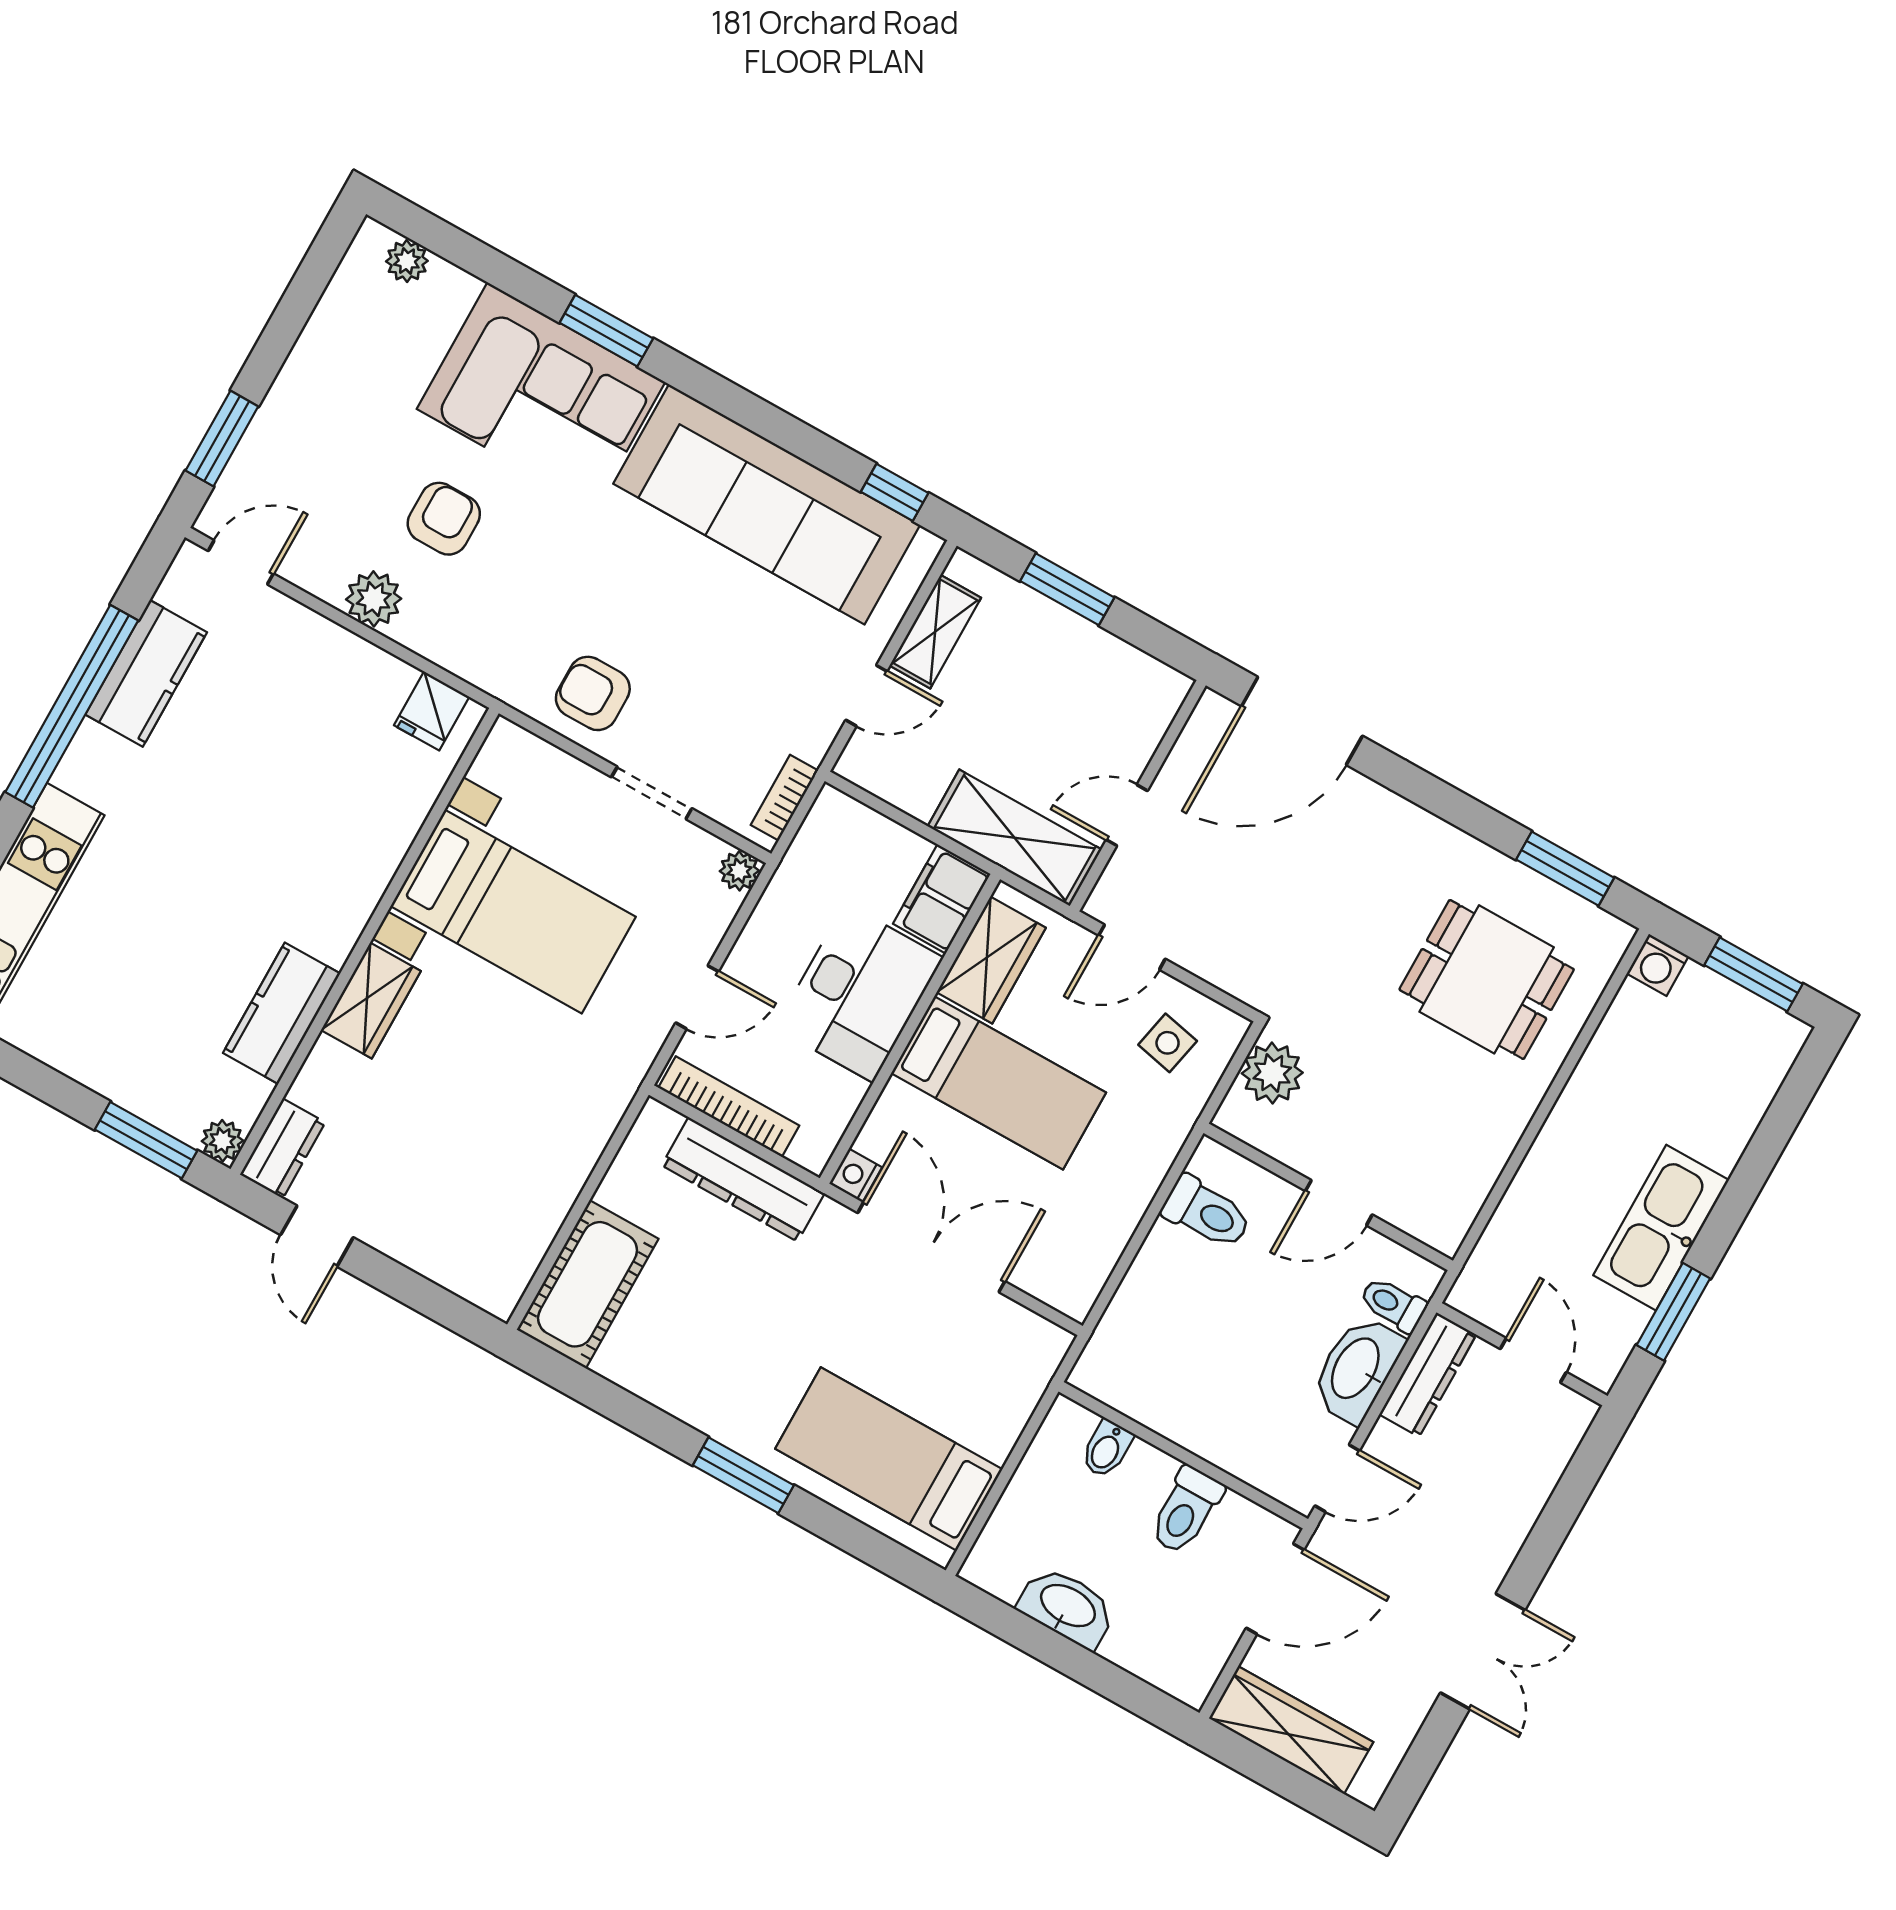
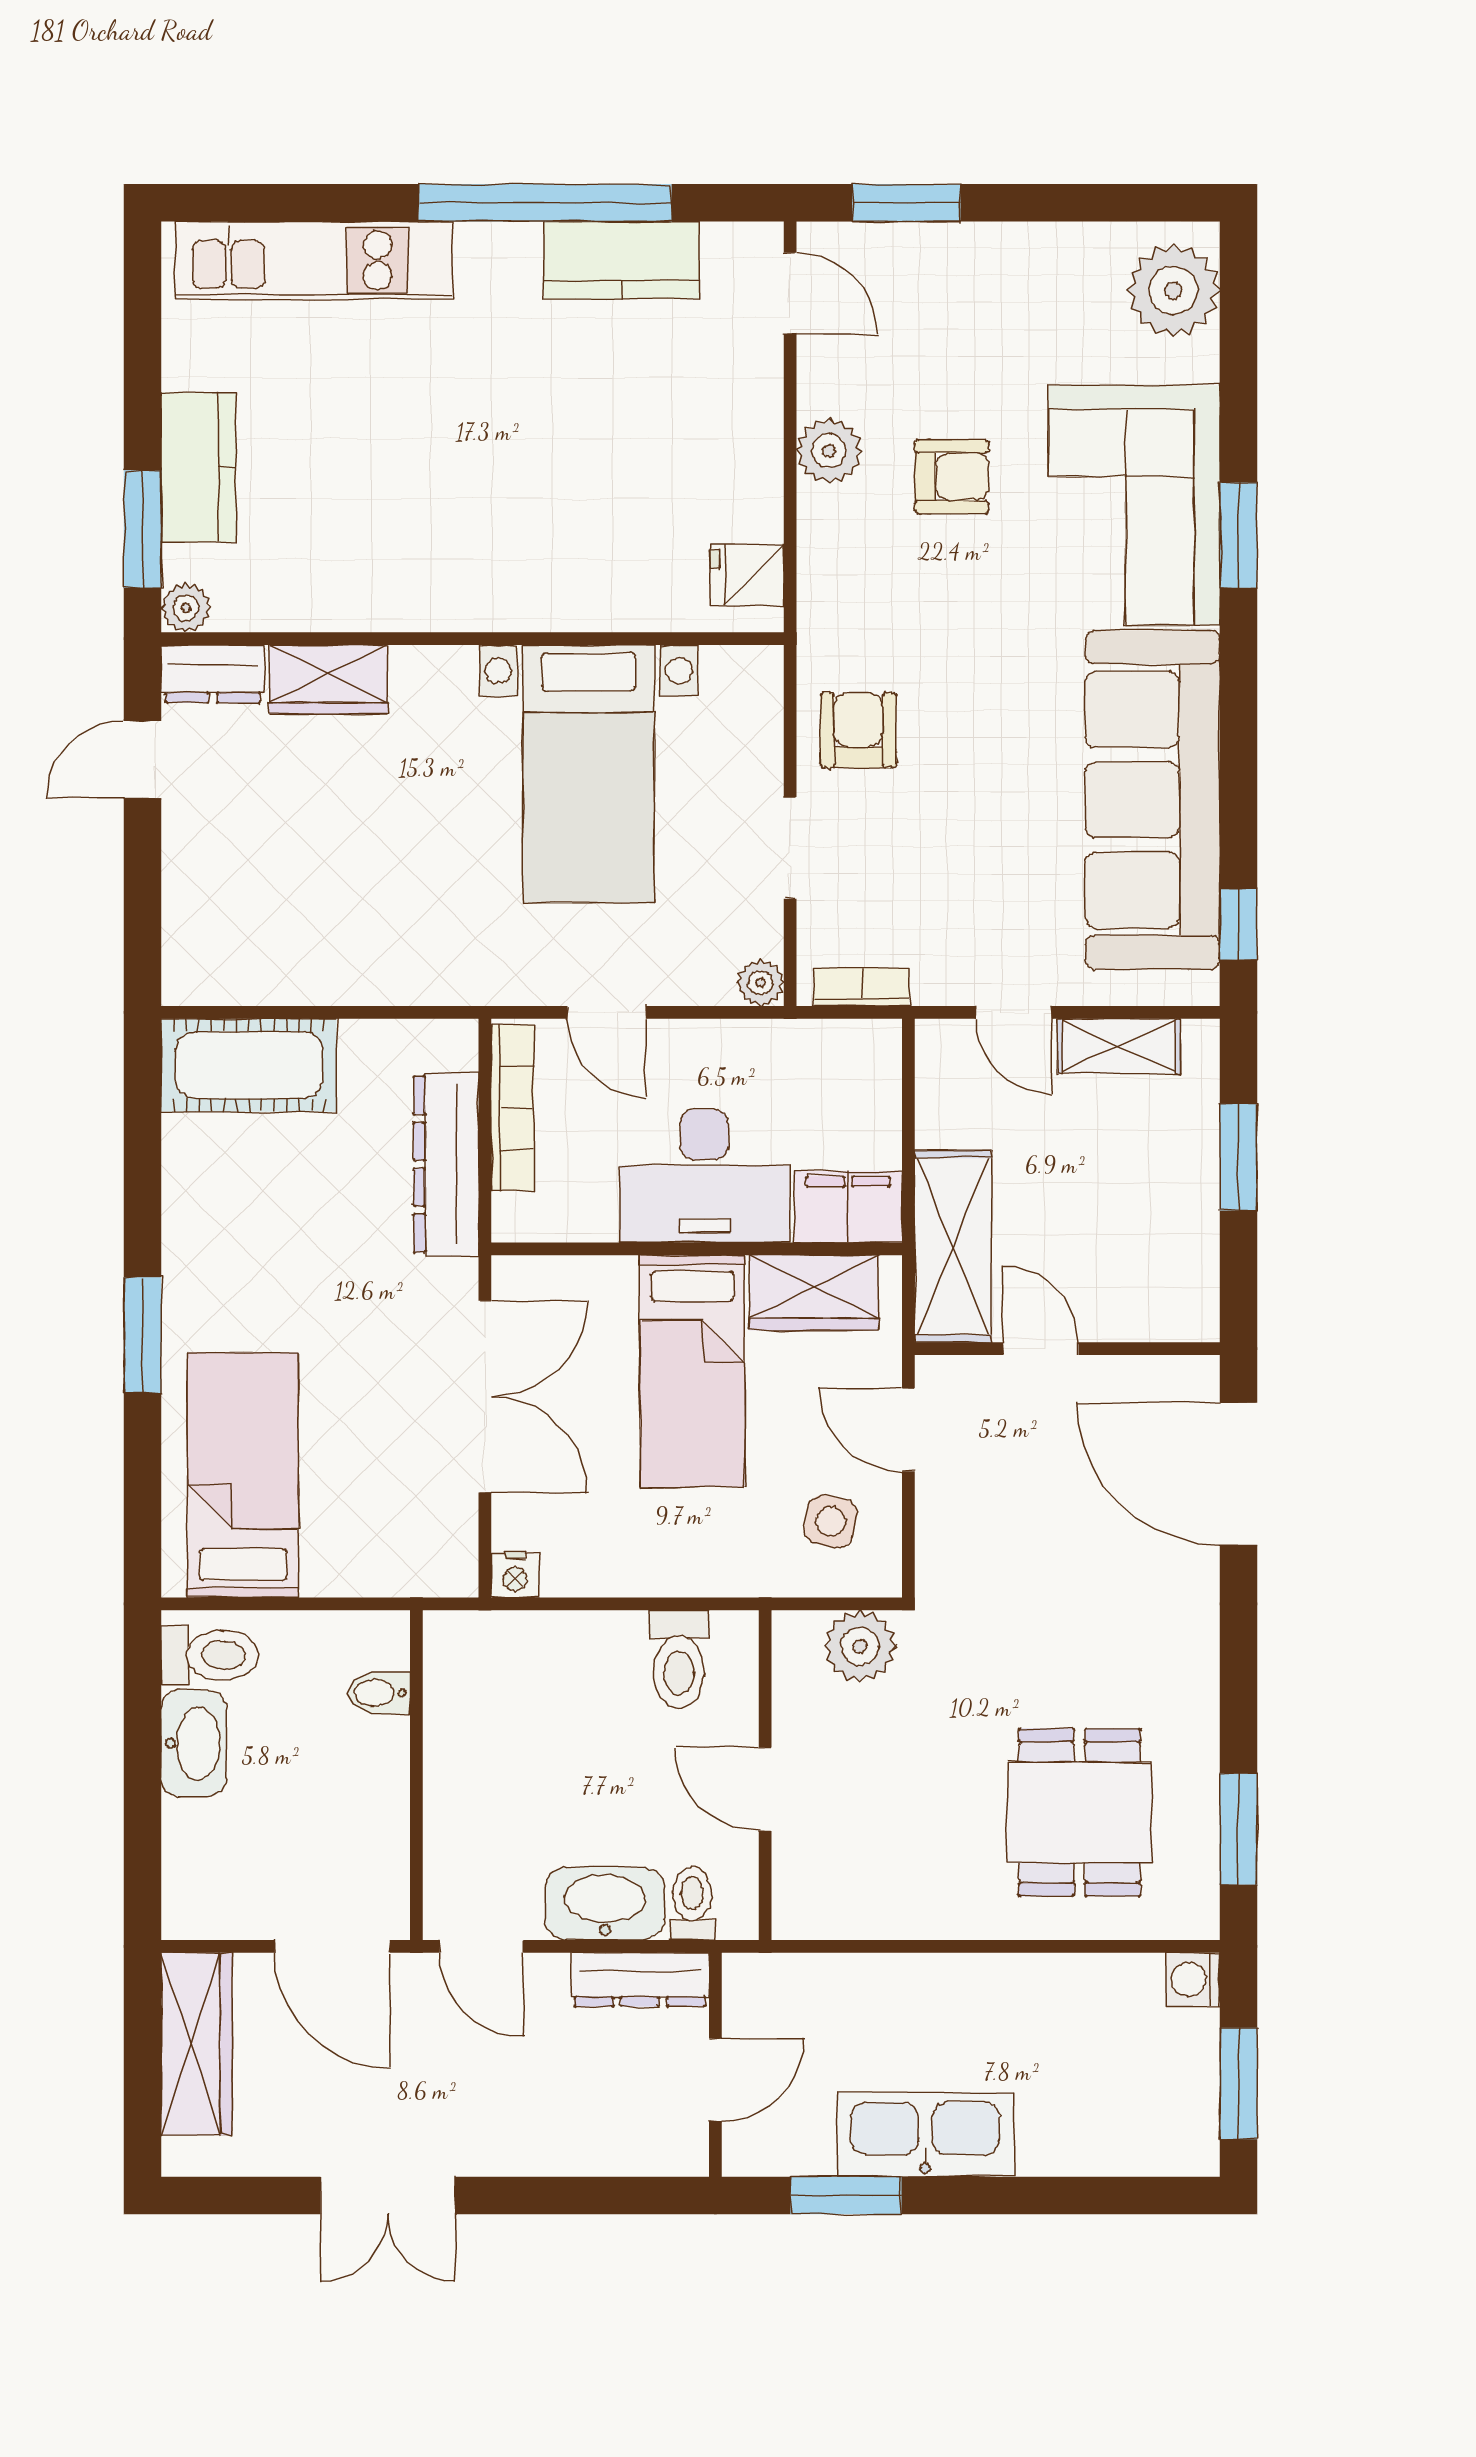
plant: (407, 261) -> (1173, 290), width x1.88, depth x1.88
wardrobe: (371, 1001) -> (329, 679), moved
kitchen counter: (282, 1013) -> (199, 467), moved, turned 90
nightstand: (856, 1175) -> (515, 1575), moved, turned 180
toilet: (1186, 1510) -> (210, 1655), moved, turned 180

